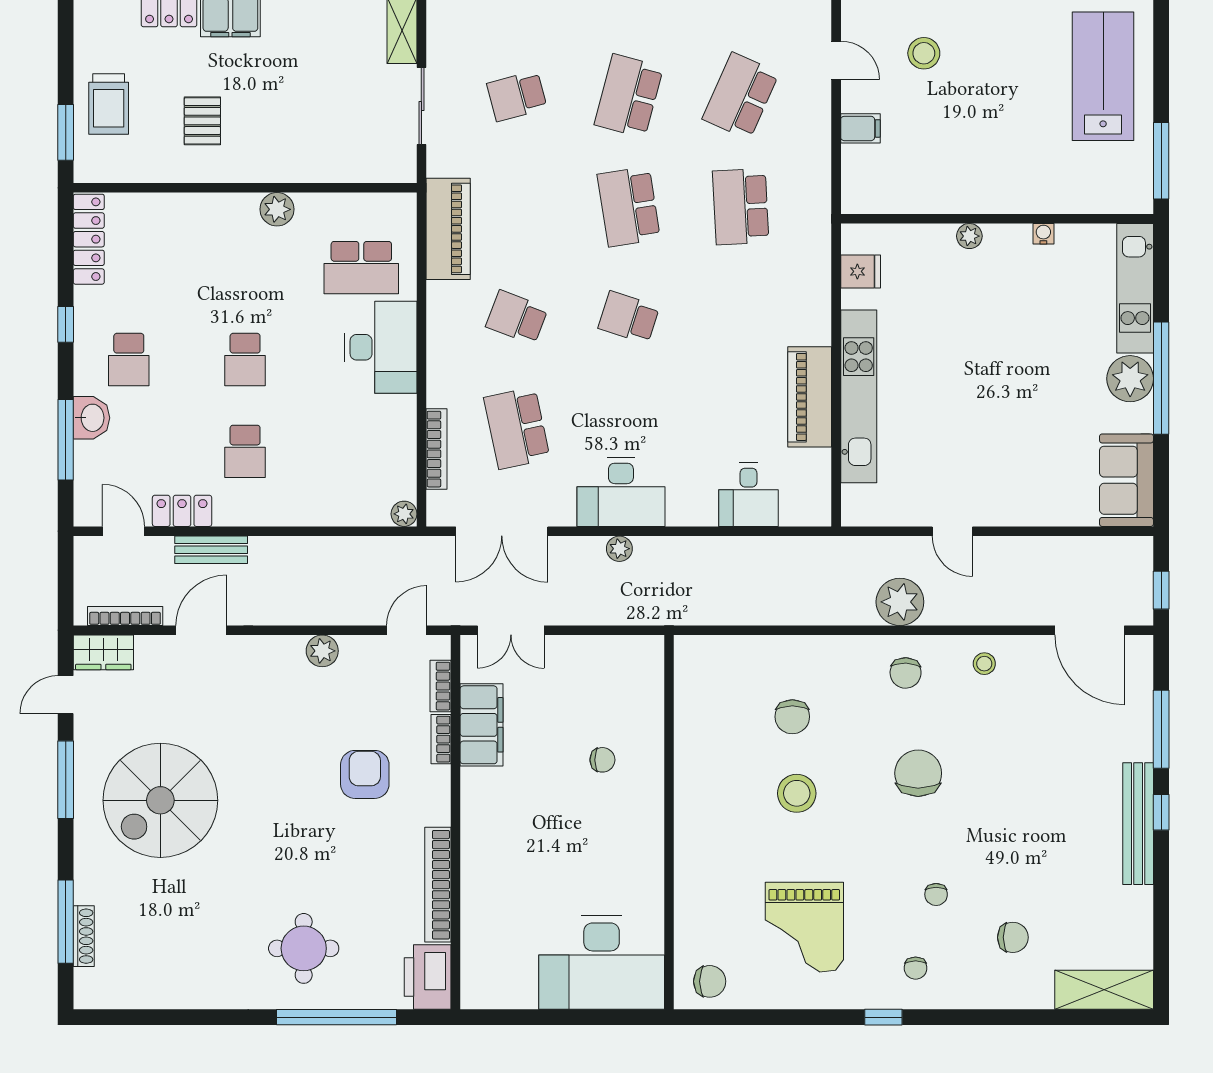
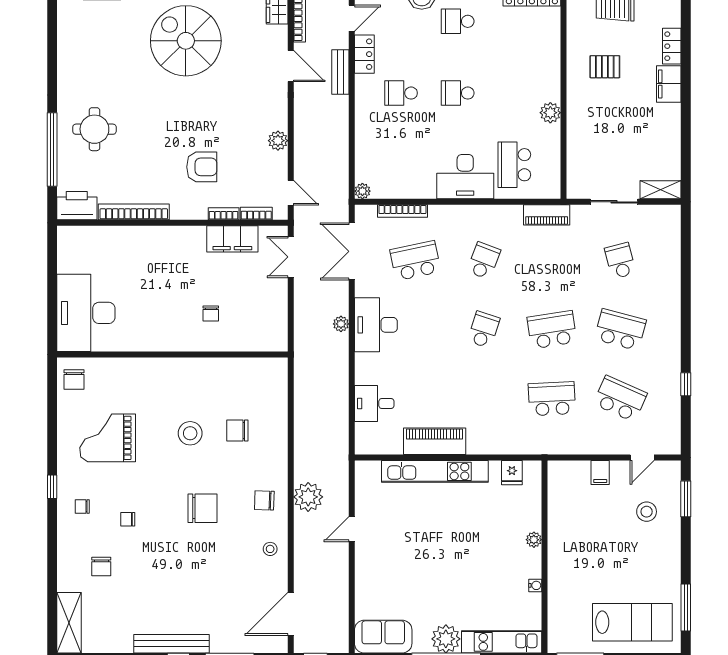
piano: (448, 229) -> (547, 215), width x0.73, depth x0.75

